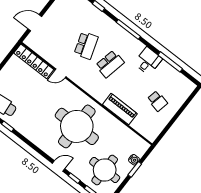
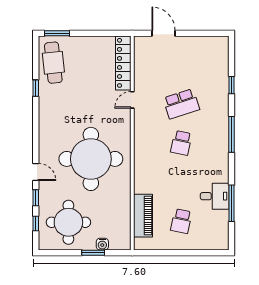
desk: (148, 61) -> (215, 196), moved
school desk: (110, 64) -> (181, 143), width x0.54
door: (61, 73) -> (132, 100), hinge flipped
piano: (120, 109) -> (143, 216), moved

